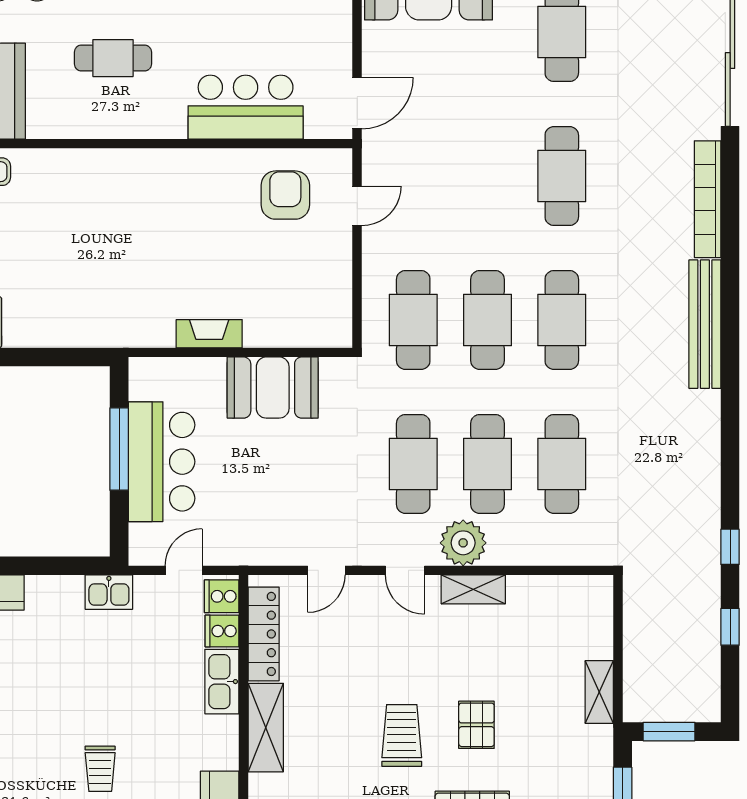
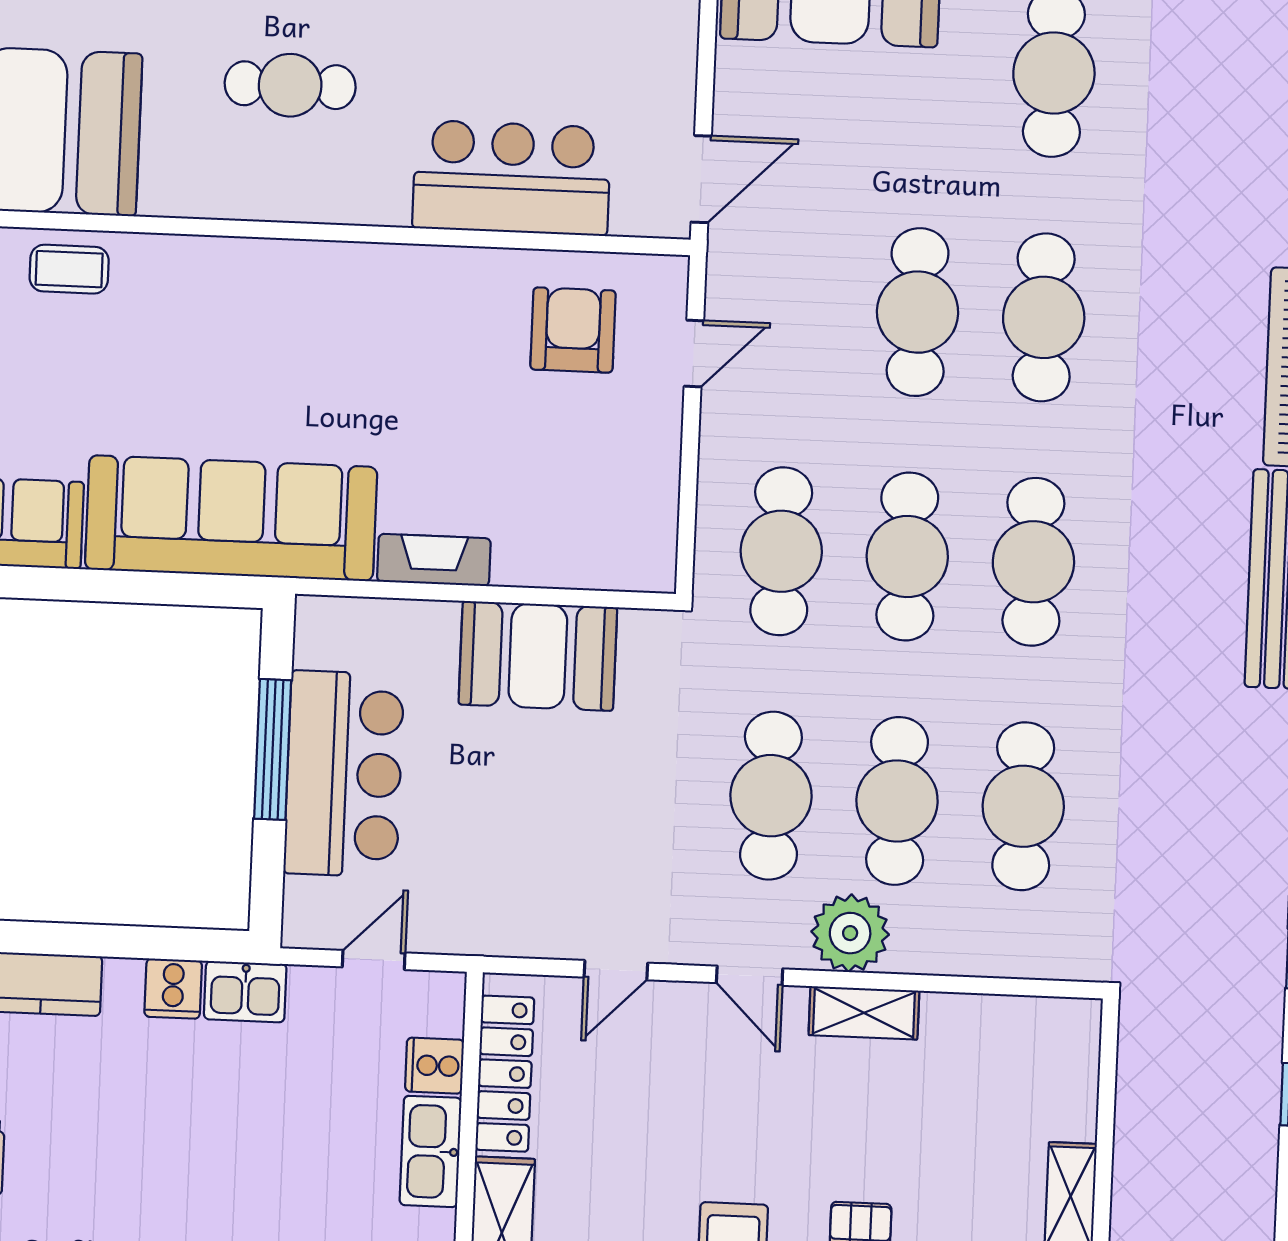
cafe table: (487, 176) -> (918, 312), added
sofa: (89, 314) -> (231, 518), added
cooker: (222, 596) -> (173, 989), moved, turned -90

